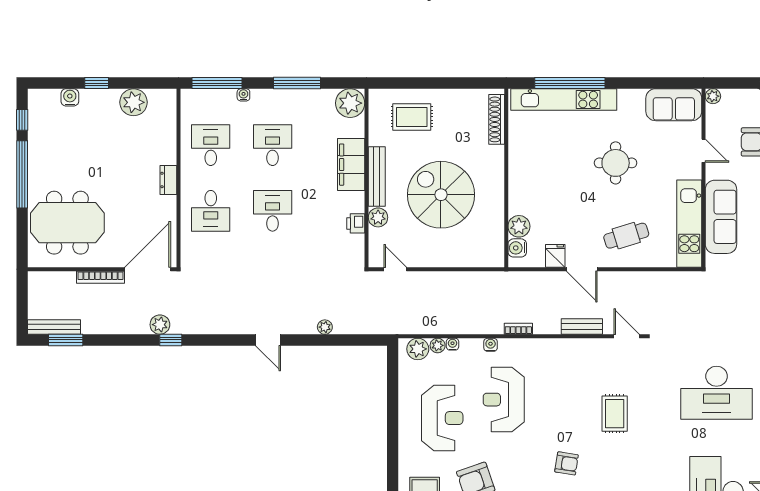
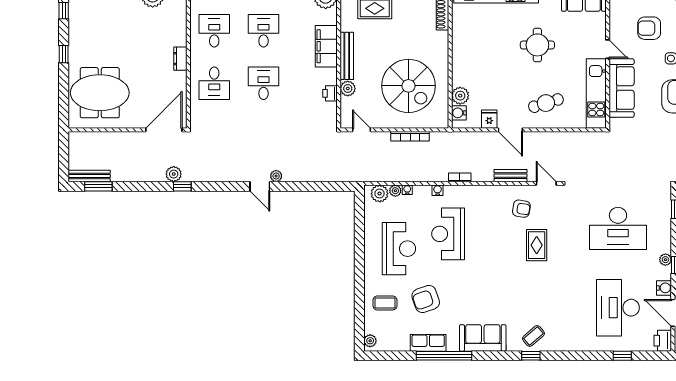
door: (703, 151) -> (608, 49), moved
window: (22, 174) -> (64, 54), width x0.32
spiral stairs: (441, 195) -> (408, 86), moved, turned 180
bookcase: (100, 277) -> (410, 136), moved
plant: (325, 327) -> (276, 176), moved
armchair: (567, 463) -> (521, 209), moved

